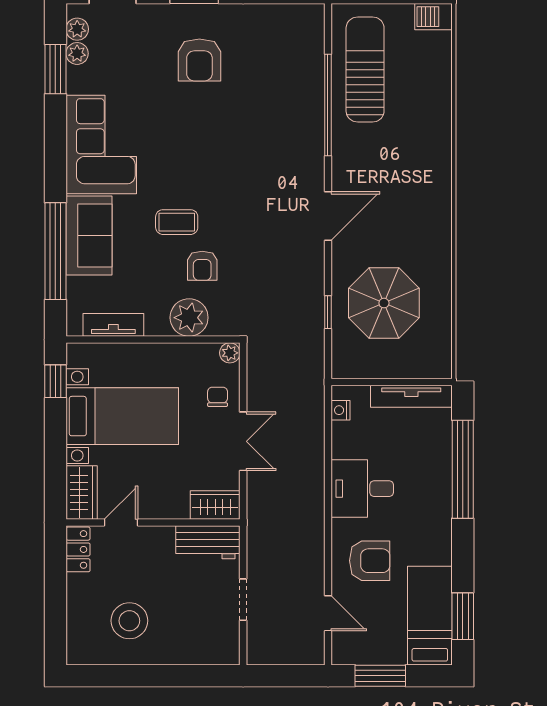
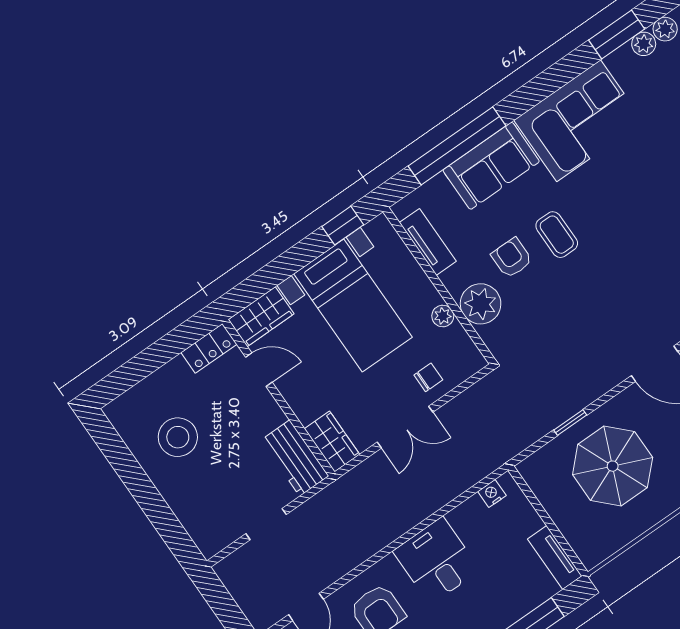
armchair: (202, 266) -> (512, 258), moved, turned 90
plant: (230, 353) -> (443, 316), moved
tv unit: (411, 396) -> (555, 558), width x0.71

